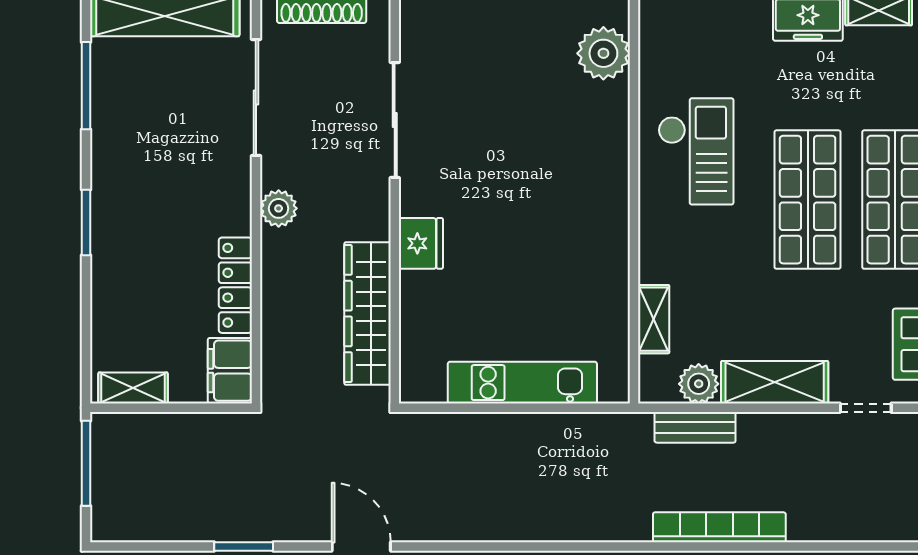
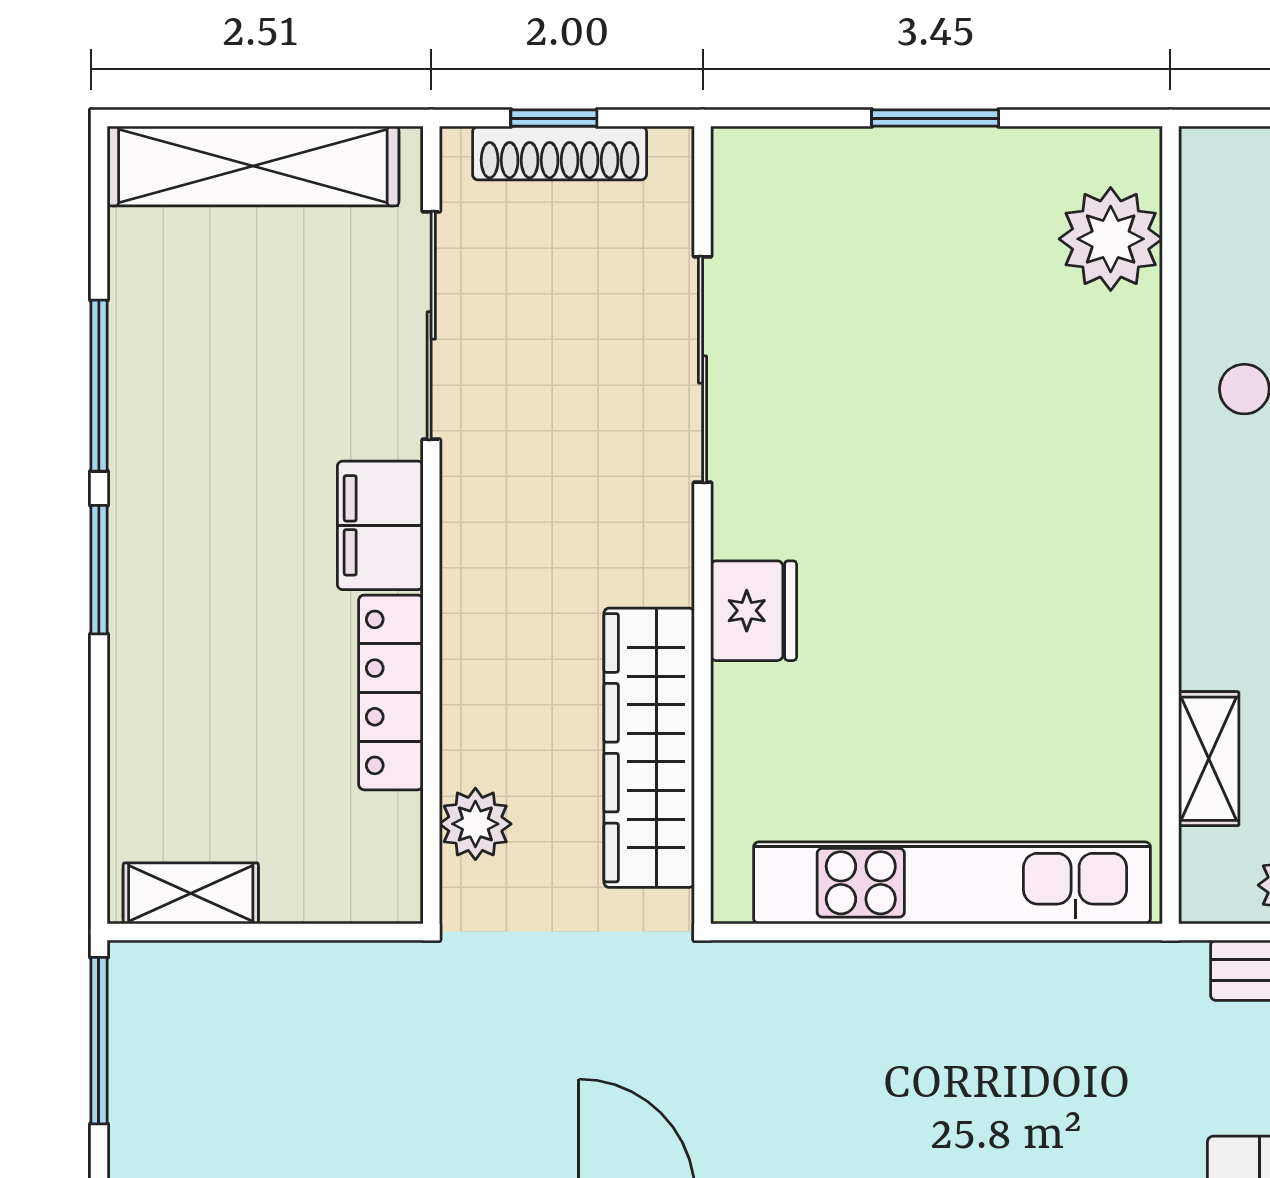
window: (86, 86) -> (99, 386), moved
plant: (279, 208) -> (475, 824), moved
filing cabinet: (230, 371) -> (380, 525), moved
kitchen unit: (522, 383) -> (952, 883), width x1.36

